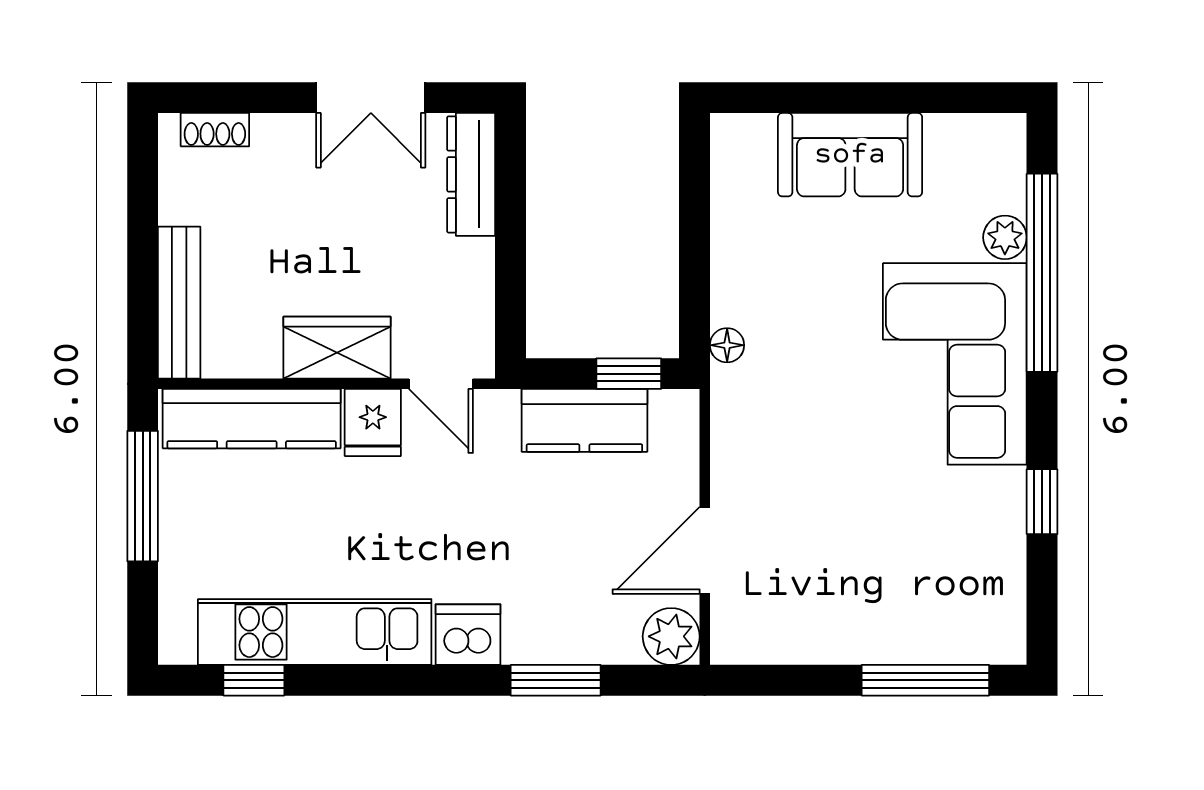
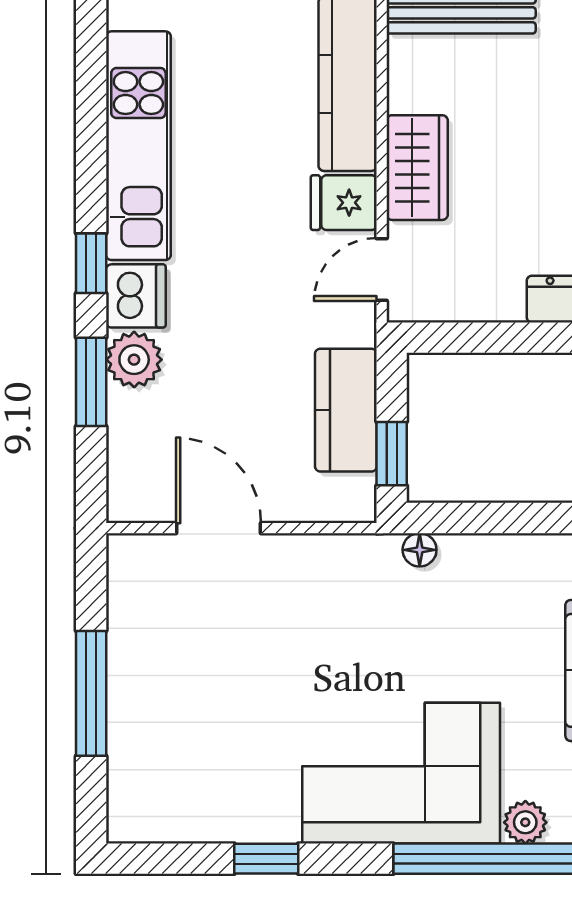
plant: (671, 636) -> (134, 360), moved
window: (254, 680) -> (91, 263), moved
window: (925, 680) -> (91, 693), moved

